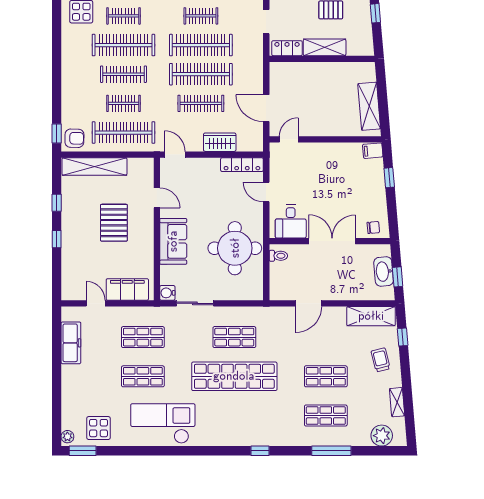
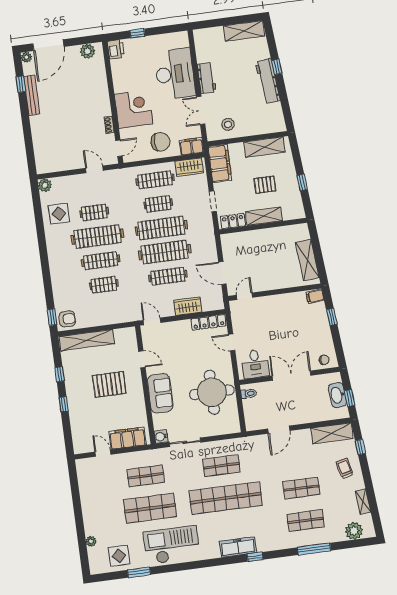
clothes rail: (123, 133) -> (107, 309), removed
pallet: (114, 223) -> (109, 384), turned 90
freezer: (71, 343) -> (238, 547), moved, turned -90
shop shelf: (143, 376) -> (150, 508), width x1.43, depth x1.36
plant: (67, 437) -> (91, 541), moved
window: (83, 451) -> (139, 572), moved

